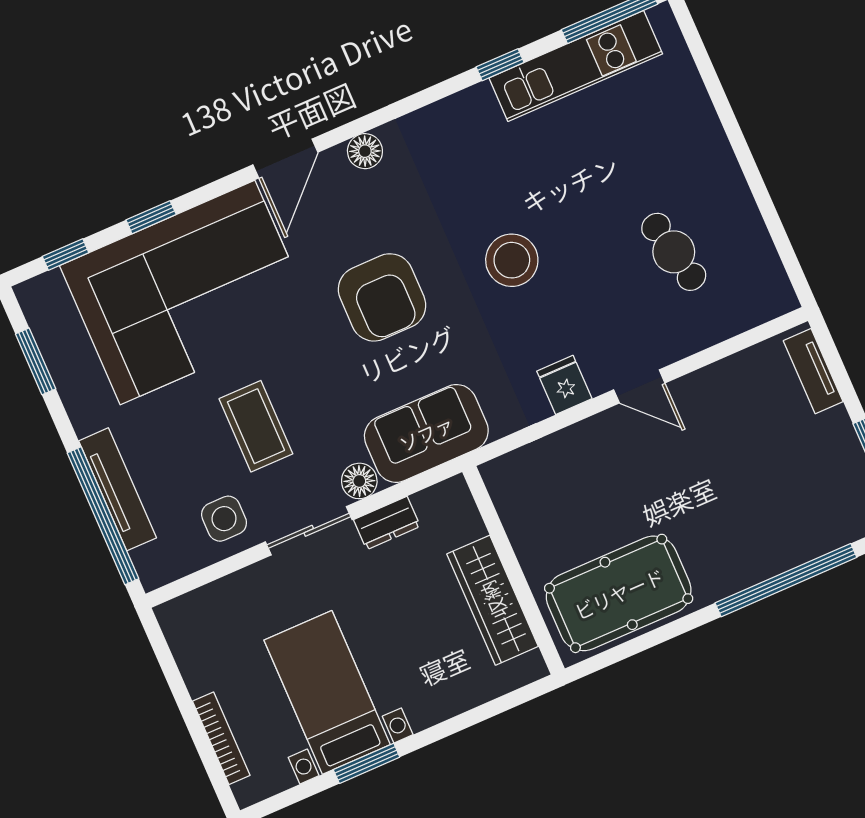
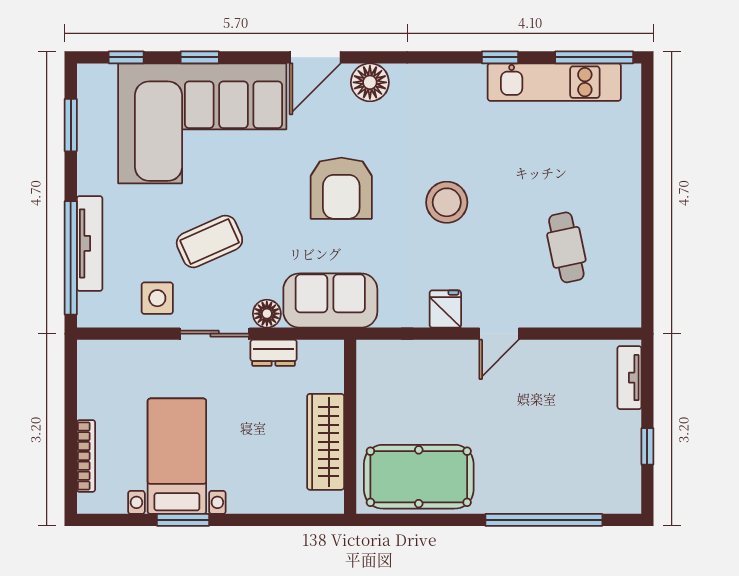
floor lamp: (365, 151) -> (370, 82), width x1.38, depth x1.38
door: (639, 386) -> (499, 334), hinge flipped
coffee table: (256, 426) -> (209, 241), turned 66

